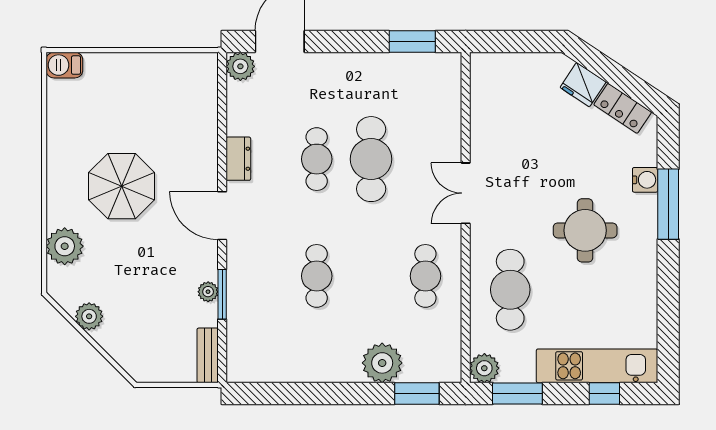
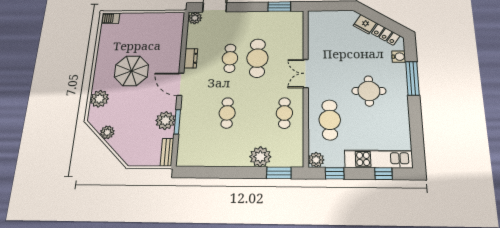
water cooler: (645, 180) -> (399, 57), moved
plant: (208, 292) -> (165, 120), width x1.88, depth x1.88
window: (517, 394) -> (335, 173), width x0.67

